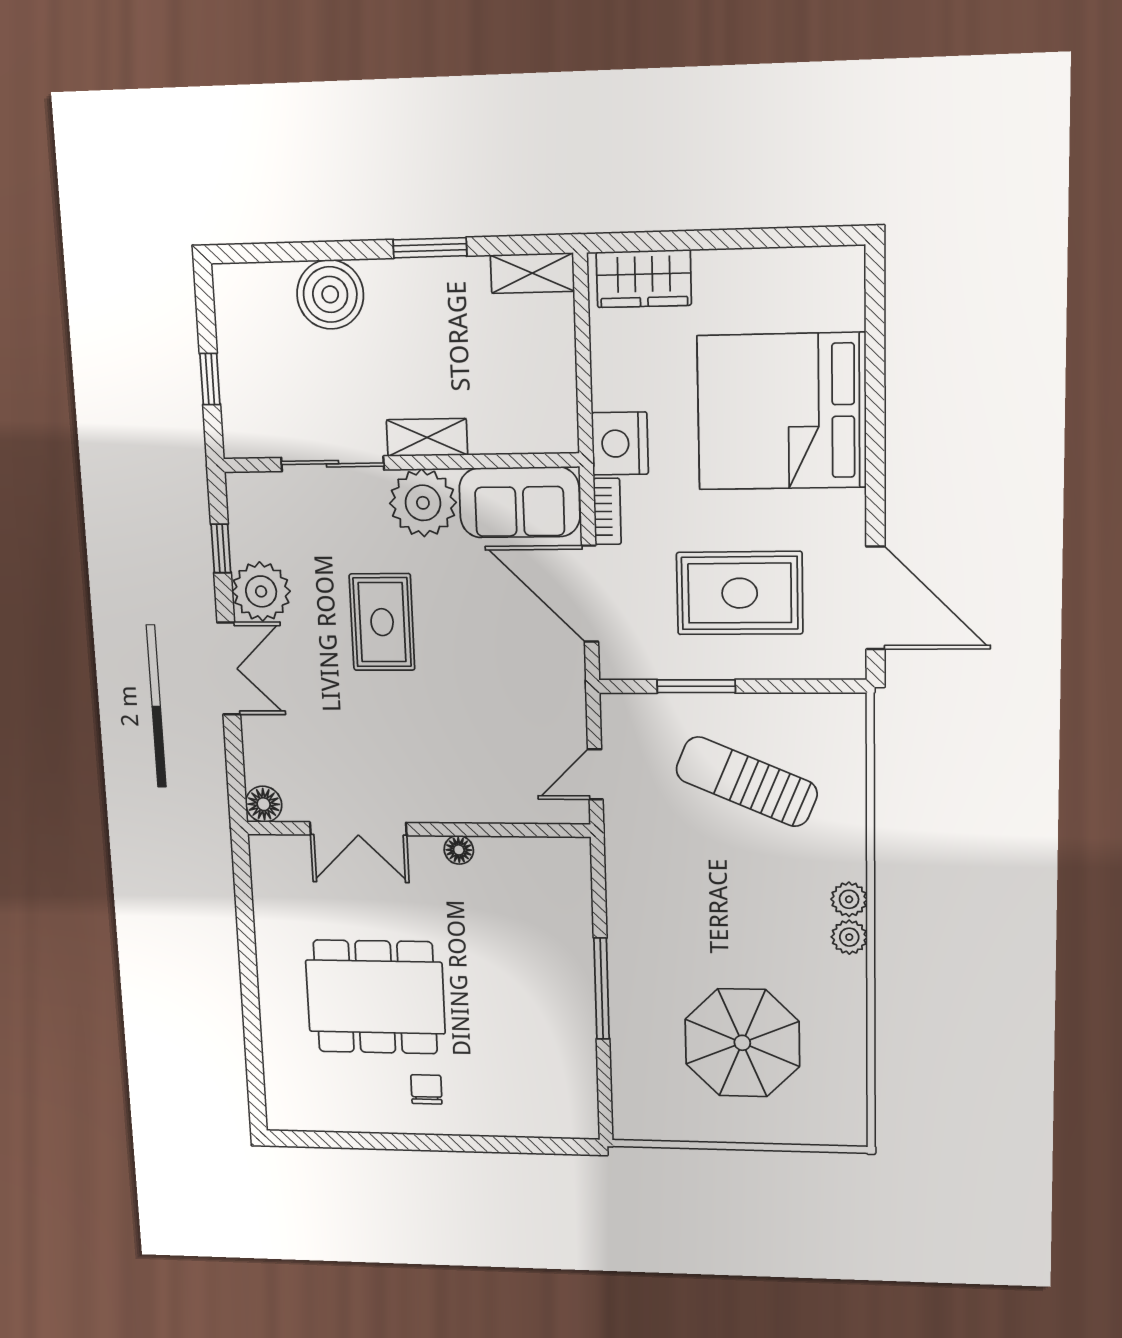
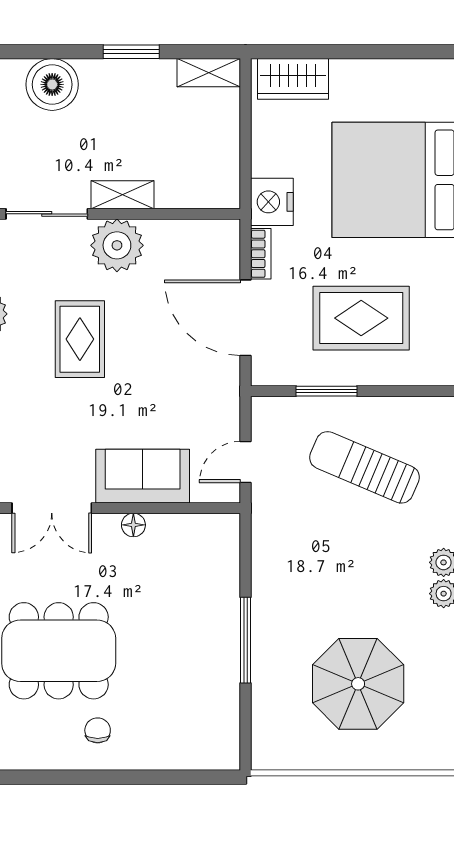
sofa: (519, 502) -> (143, 476), moved, turned 180

